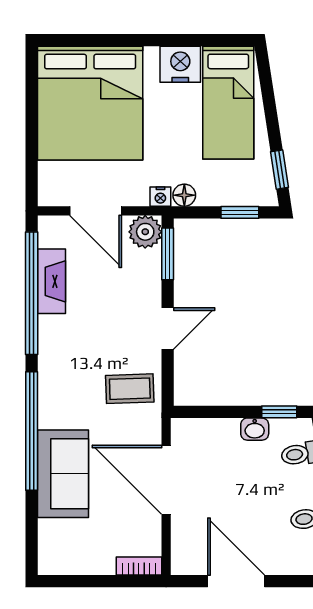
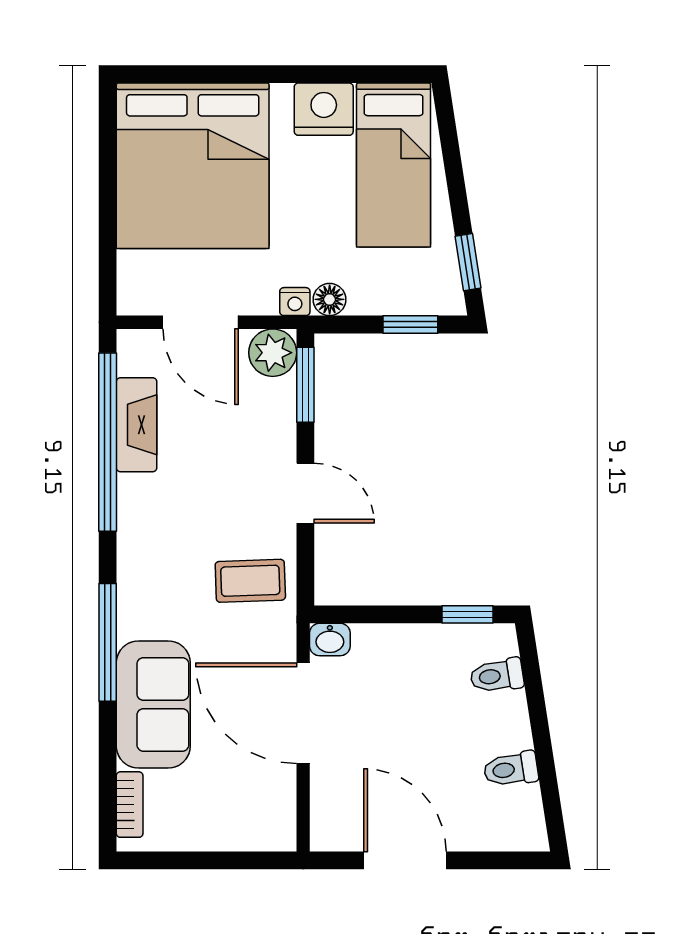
door: (168, 328) -> (305, 493), hinge flipped
washbasin: (255, 429) -> (330, 640), moved
window: (32, 431) -> (108, 642), width x0.68
bookcase: (139, 566) -> (130, 805), moved, turned 90

